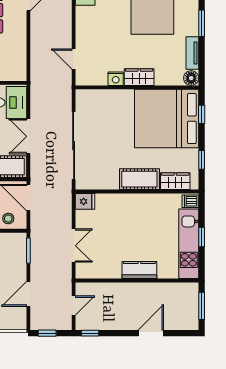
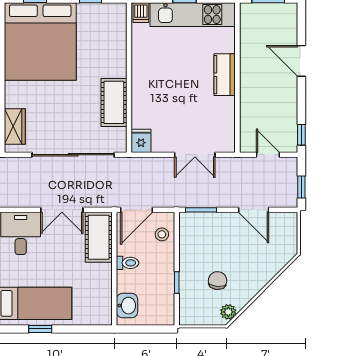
cot: (139, 179) -> (114, 102), moved
wardrobe: (175, 181) -> (15, 127), moved, turned 180
double door: (74, 246) -> (195, 155), swing flipped

